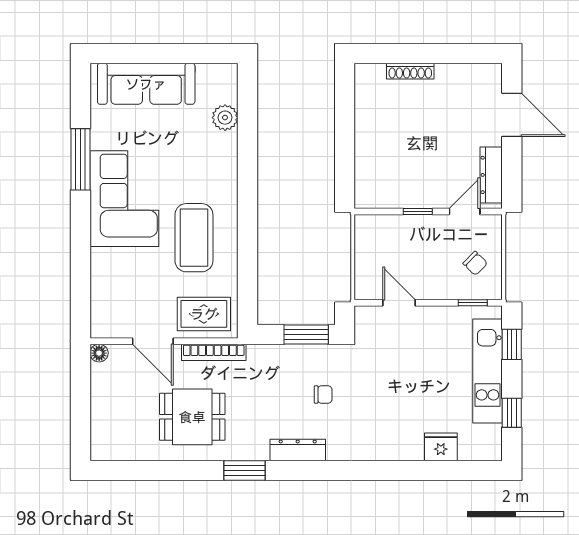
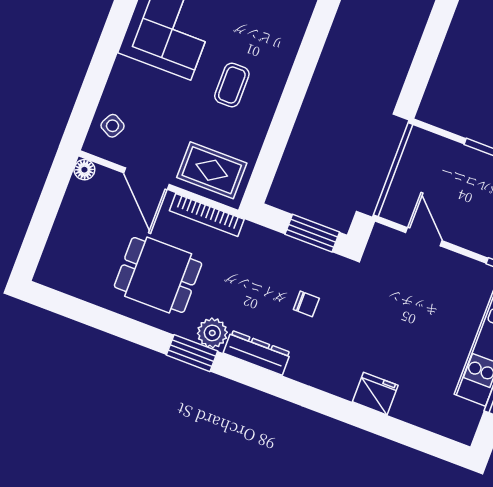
coffee table: (194, 238) -> (232, 85), width x0.54, depth x0.58
side table: (108, 308) -> (113, 126), added
fridge: (441, 447) -> (375, 394), moved
plant: (255, 448) -> (212, 333), added

